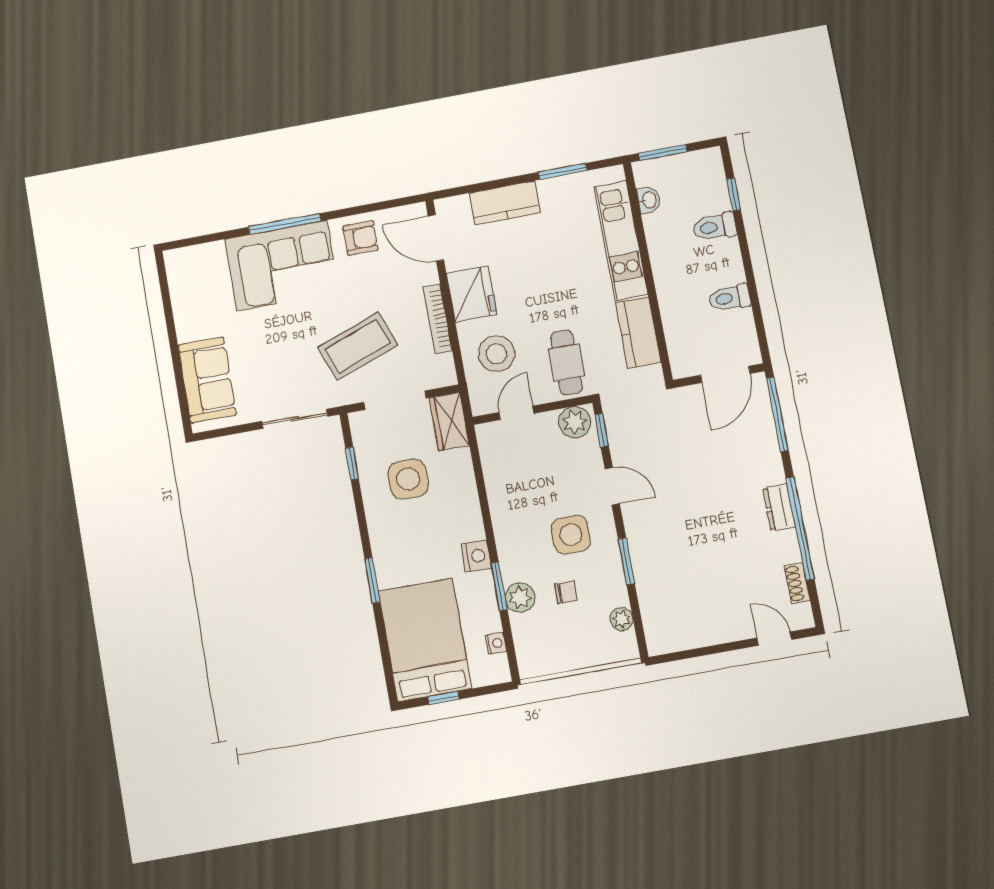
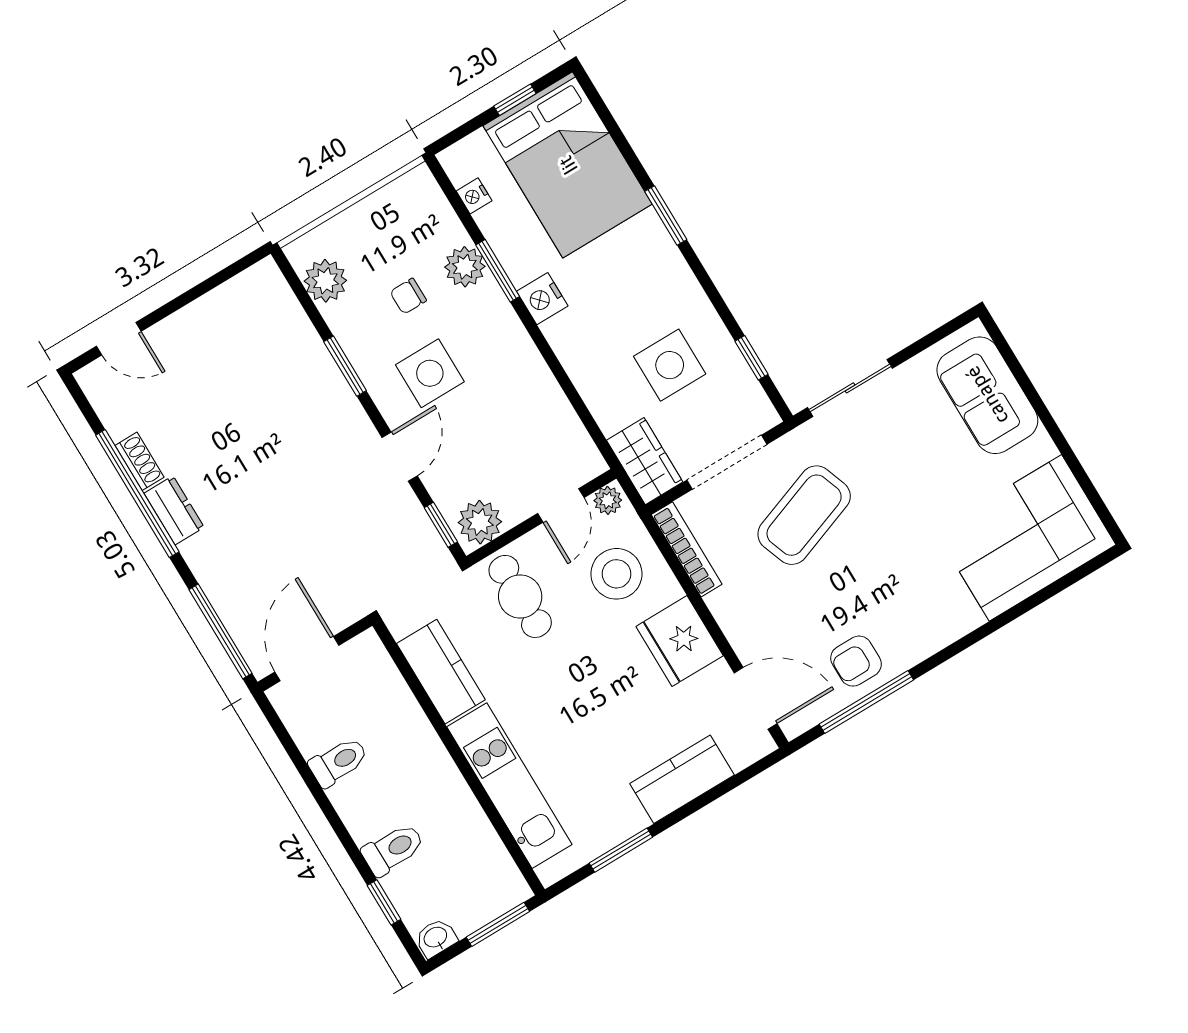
washbasin: (649, 200) -> (436, 938), moved, turned 90
window: (285, 224) -> (866, 702), moved
corner sofa: (282, 266) -> (1025, 538), moved
bookcase: (438, 319) -> (687, 549), moved
plant: (484, 405) -> (608, 500), added
door: (612, 486) -> (400, 457), swing flipped
shoe rack: (797, 583) -> (140, 461), moved
plant: (622, 619) -> (325, 281), width x1.38, depth x1.38

